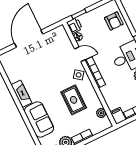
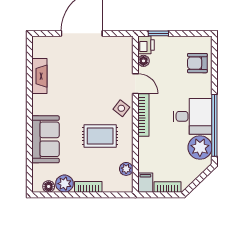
armchair: (114, 21) -> (197, 63), turned 90
fireplace: (21, 94) -> (39, 76), moved
rug: (74, 100) -> (100, 136), turned 90

